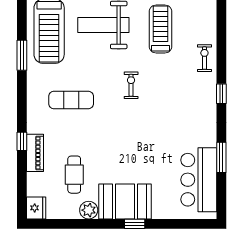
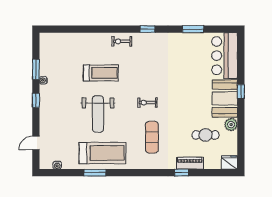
treadmill: (161, 29) -> (101, 73), turned 180
window: (22, 55) -> (95, 173), moved
exercise bike: (131, 85) -> (147, 103), moved
bar counter: (199, 180) -> (225, 56), moved, turned 90

